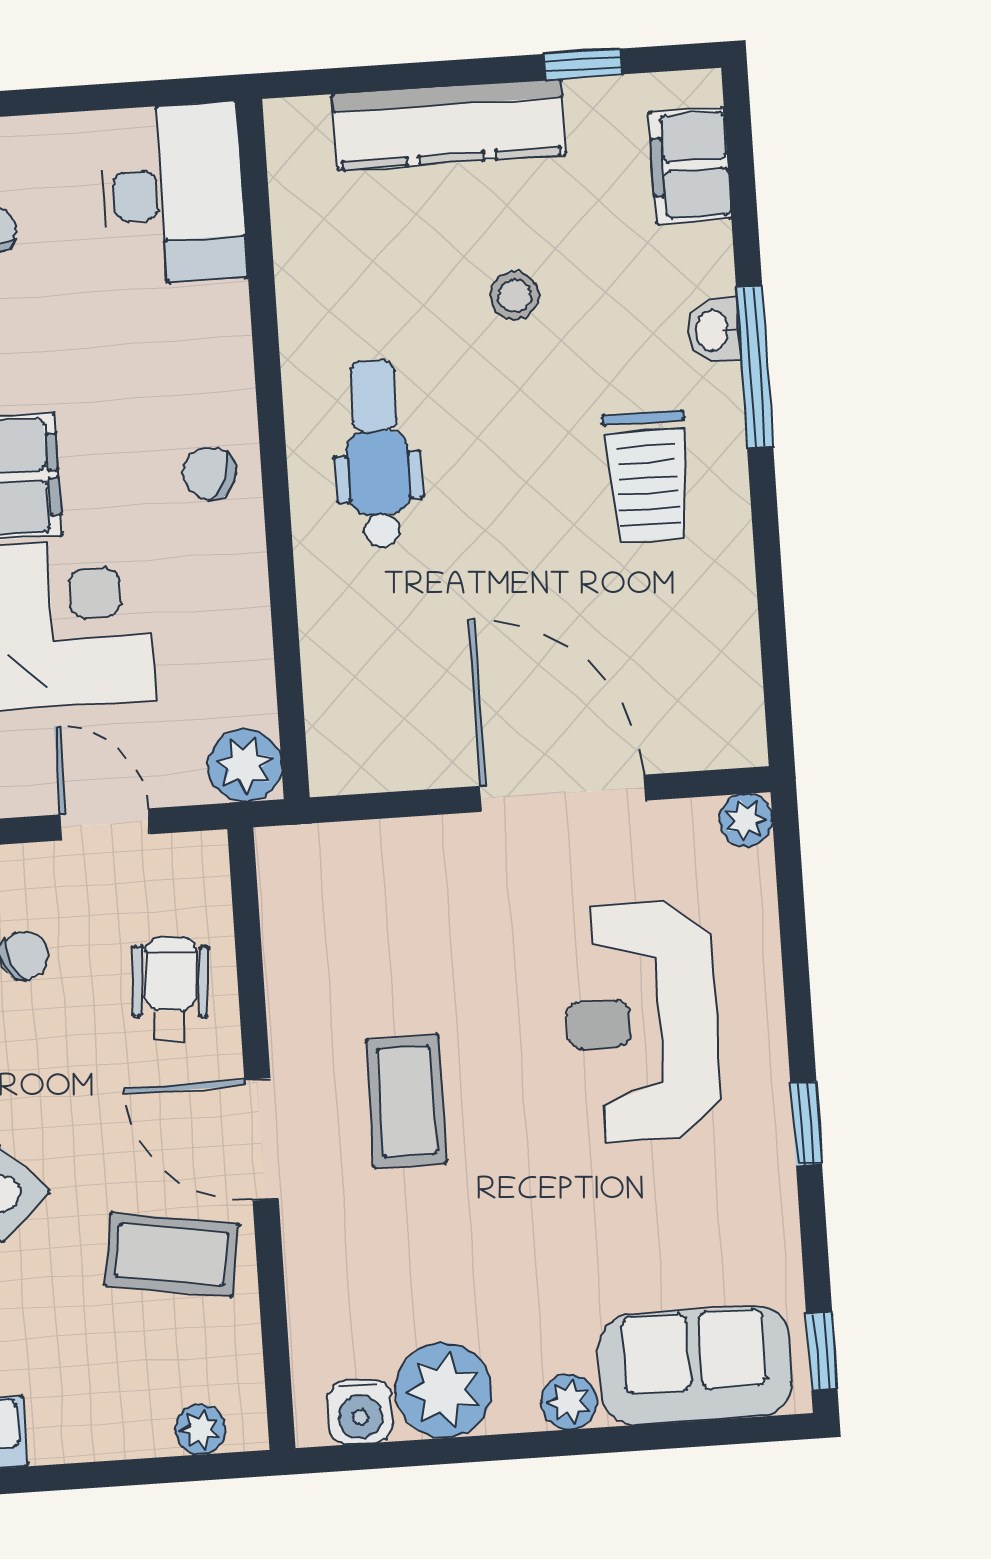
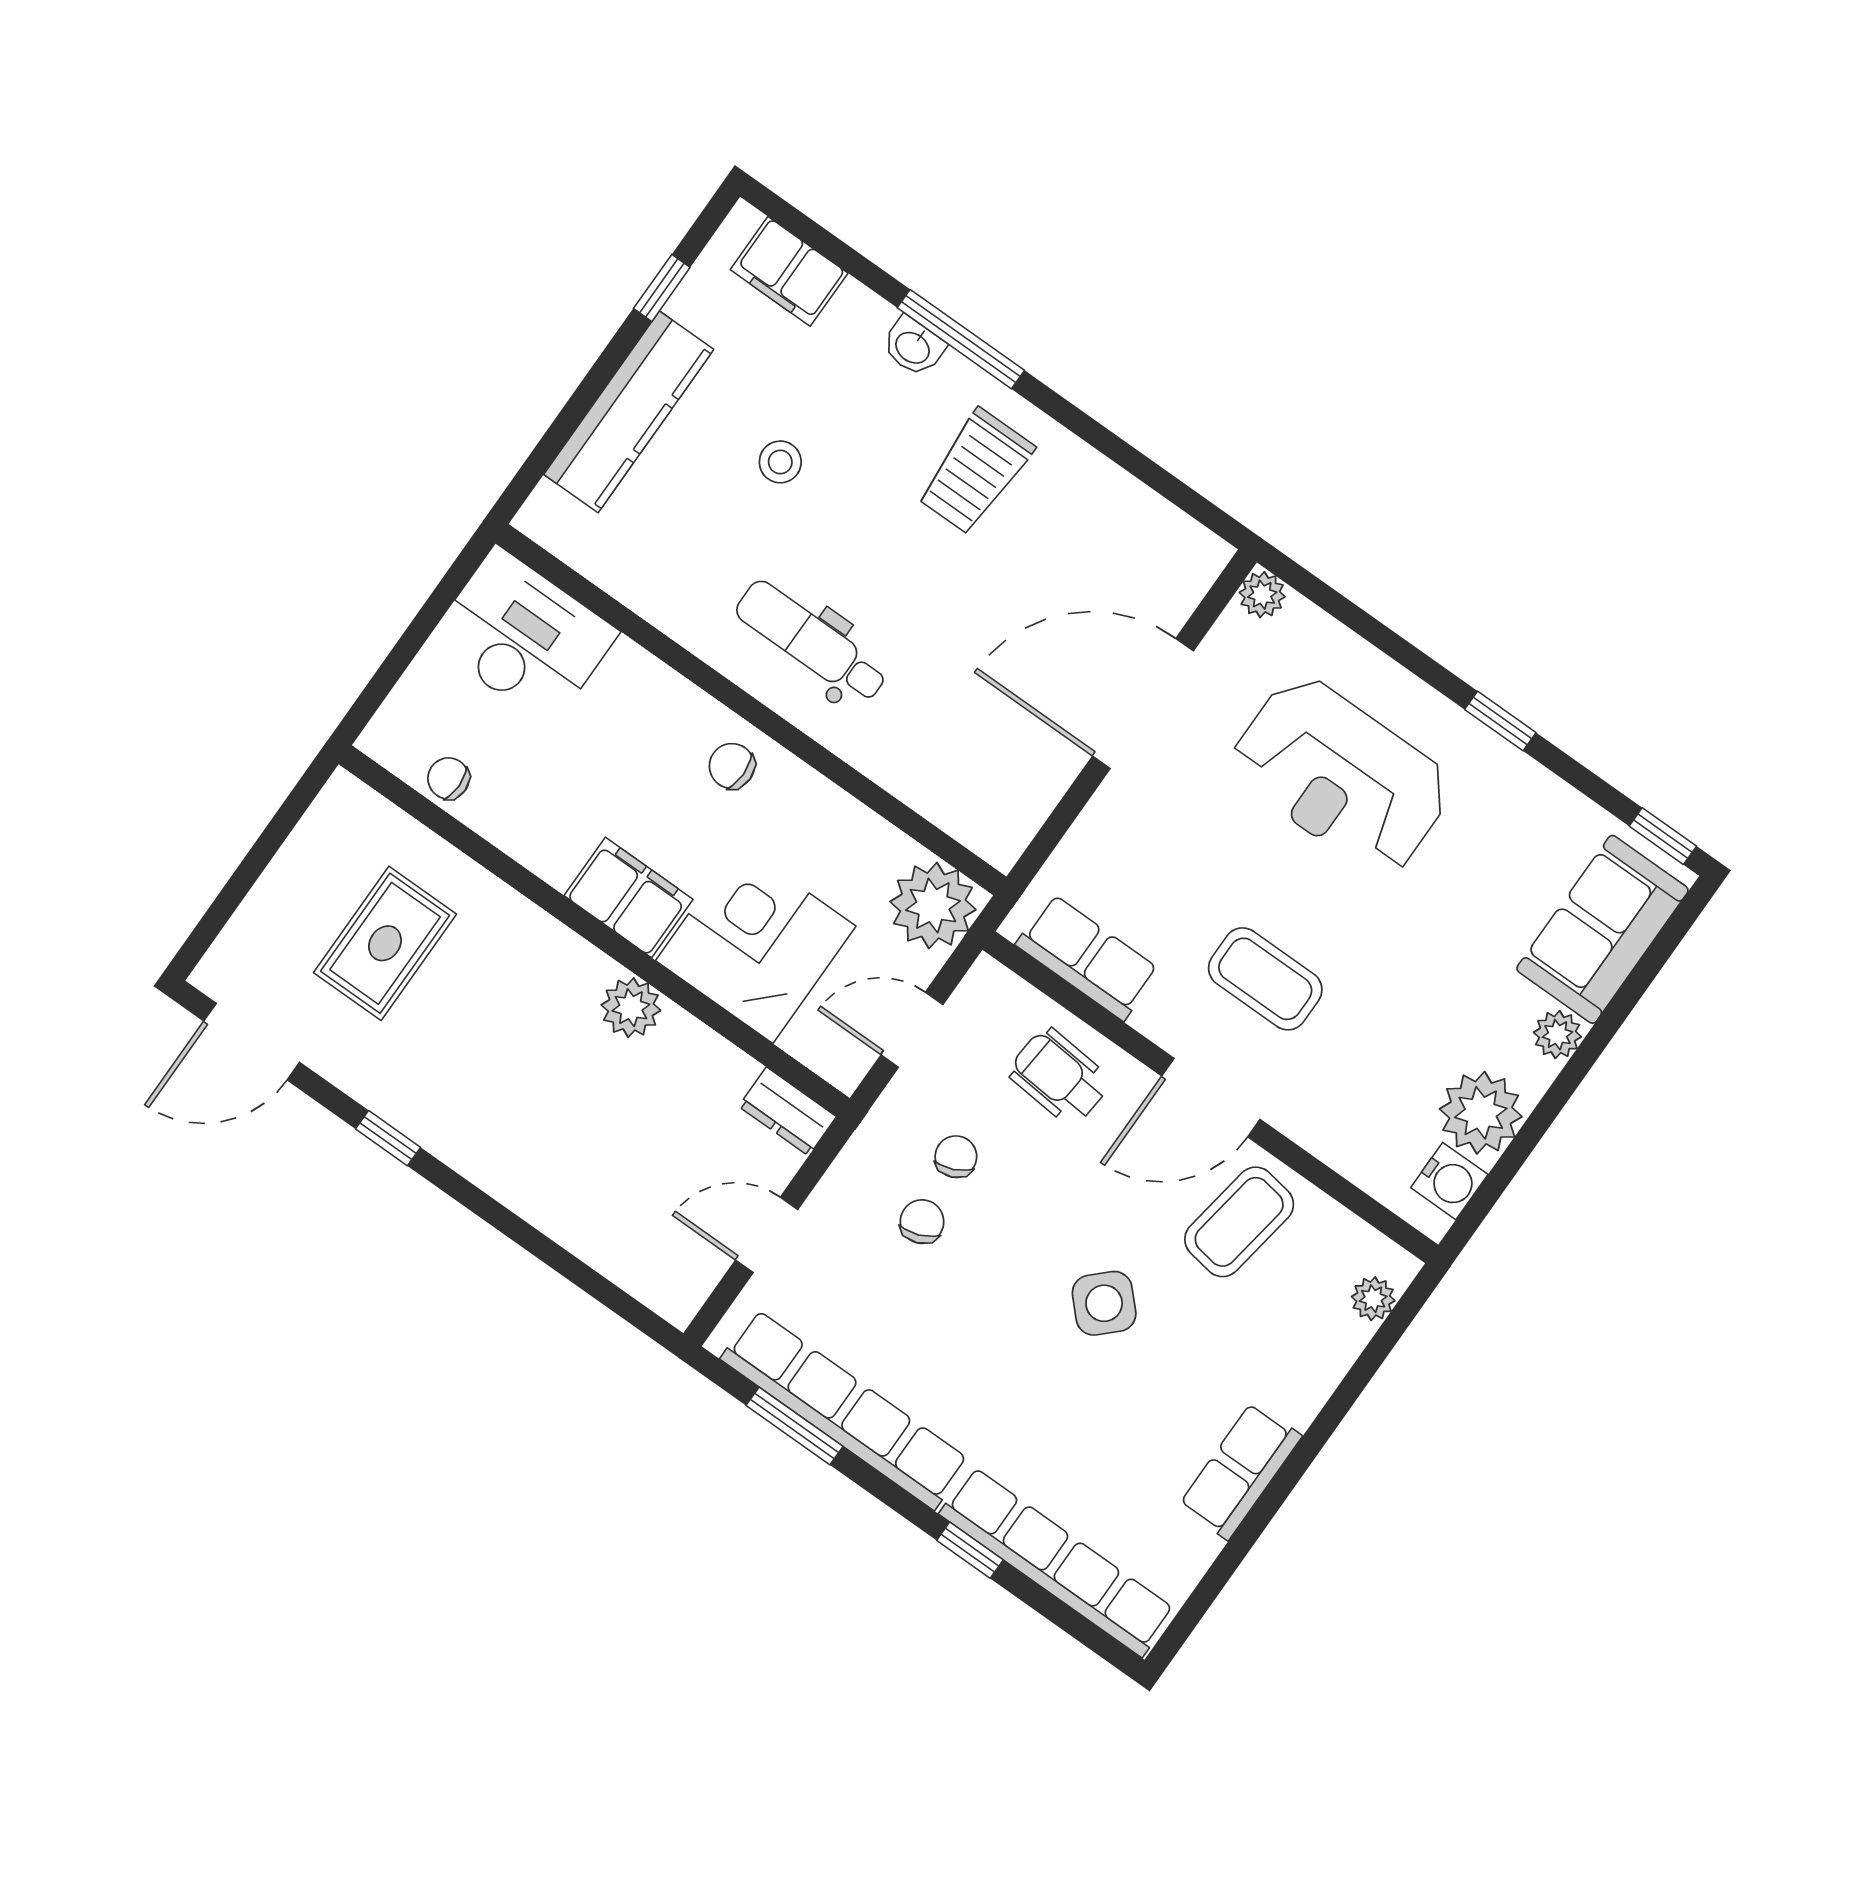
chair: (209, 473) -> (732, 766), turned 67
trolley: (647, 476) -> (975, 472), turned 90
plant: (245, 765) -> (933, 906), width x1.36, depth x1.36
row of seats: (297, 928) -> (1088, 957), added

